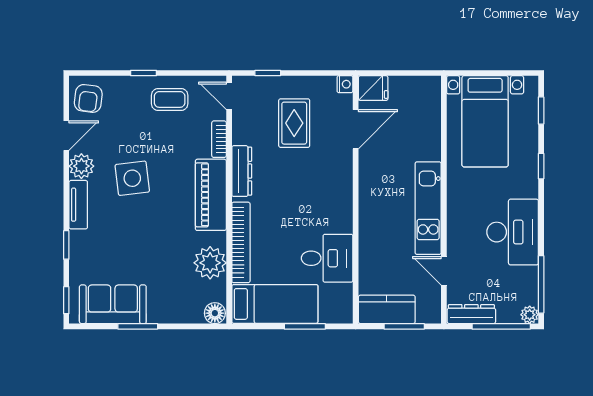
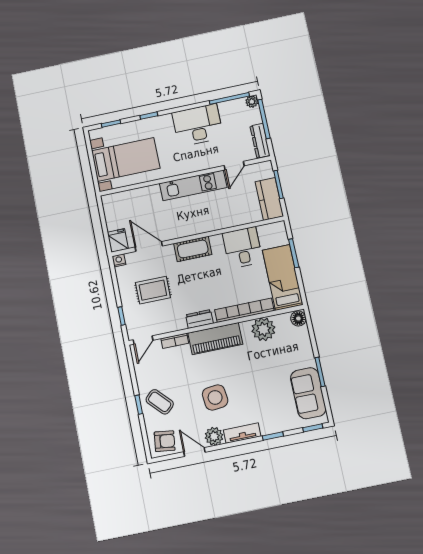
coffee table: (170, 99) -> (160, 402), moved, turned -44
dresser: (242, 171) -> (199, 319), width x0.70
cot: (339, 189) -> (193, 249), added

